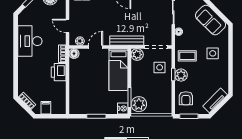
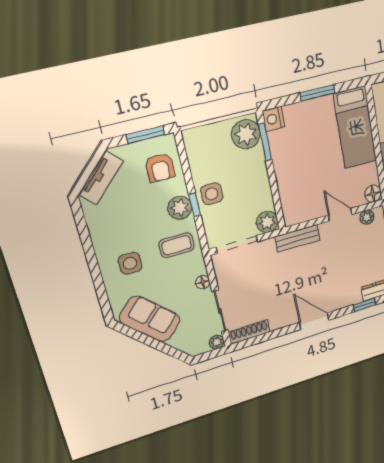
bench: (127, 41) -> (297, 238), width x0.73
door: (95, 47) -> (340, 215), swing flipped
side table: (160, 67) -> (212, 194), moved
bed: (118, 70) -> (355, 128), moved, turned 180
armchair: (186, 98) -> (160, 168), turned 180

